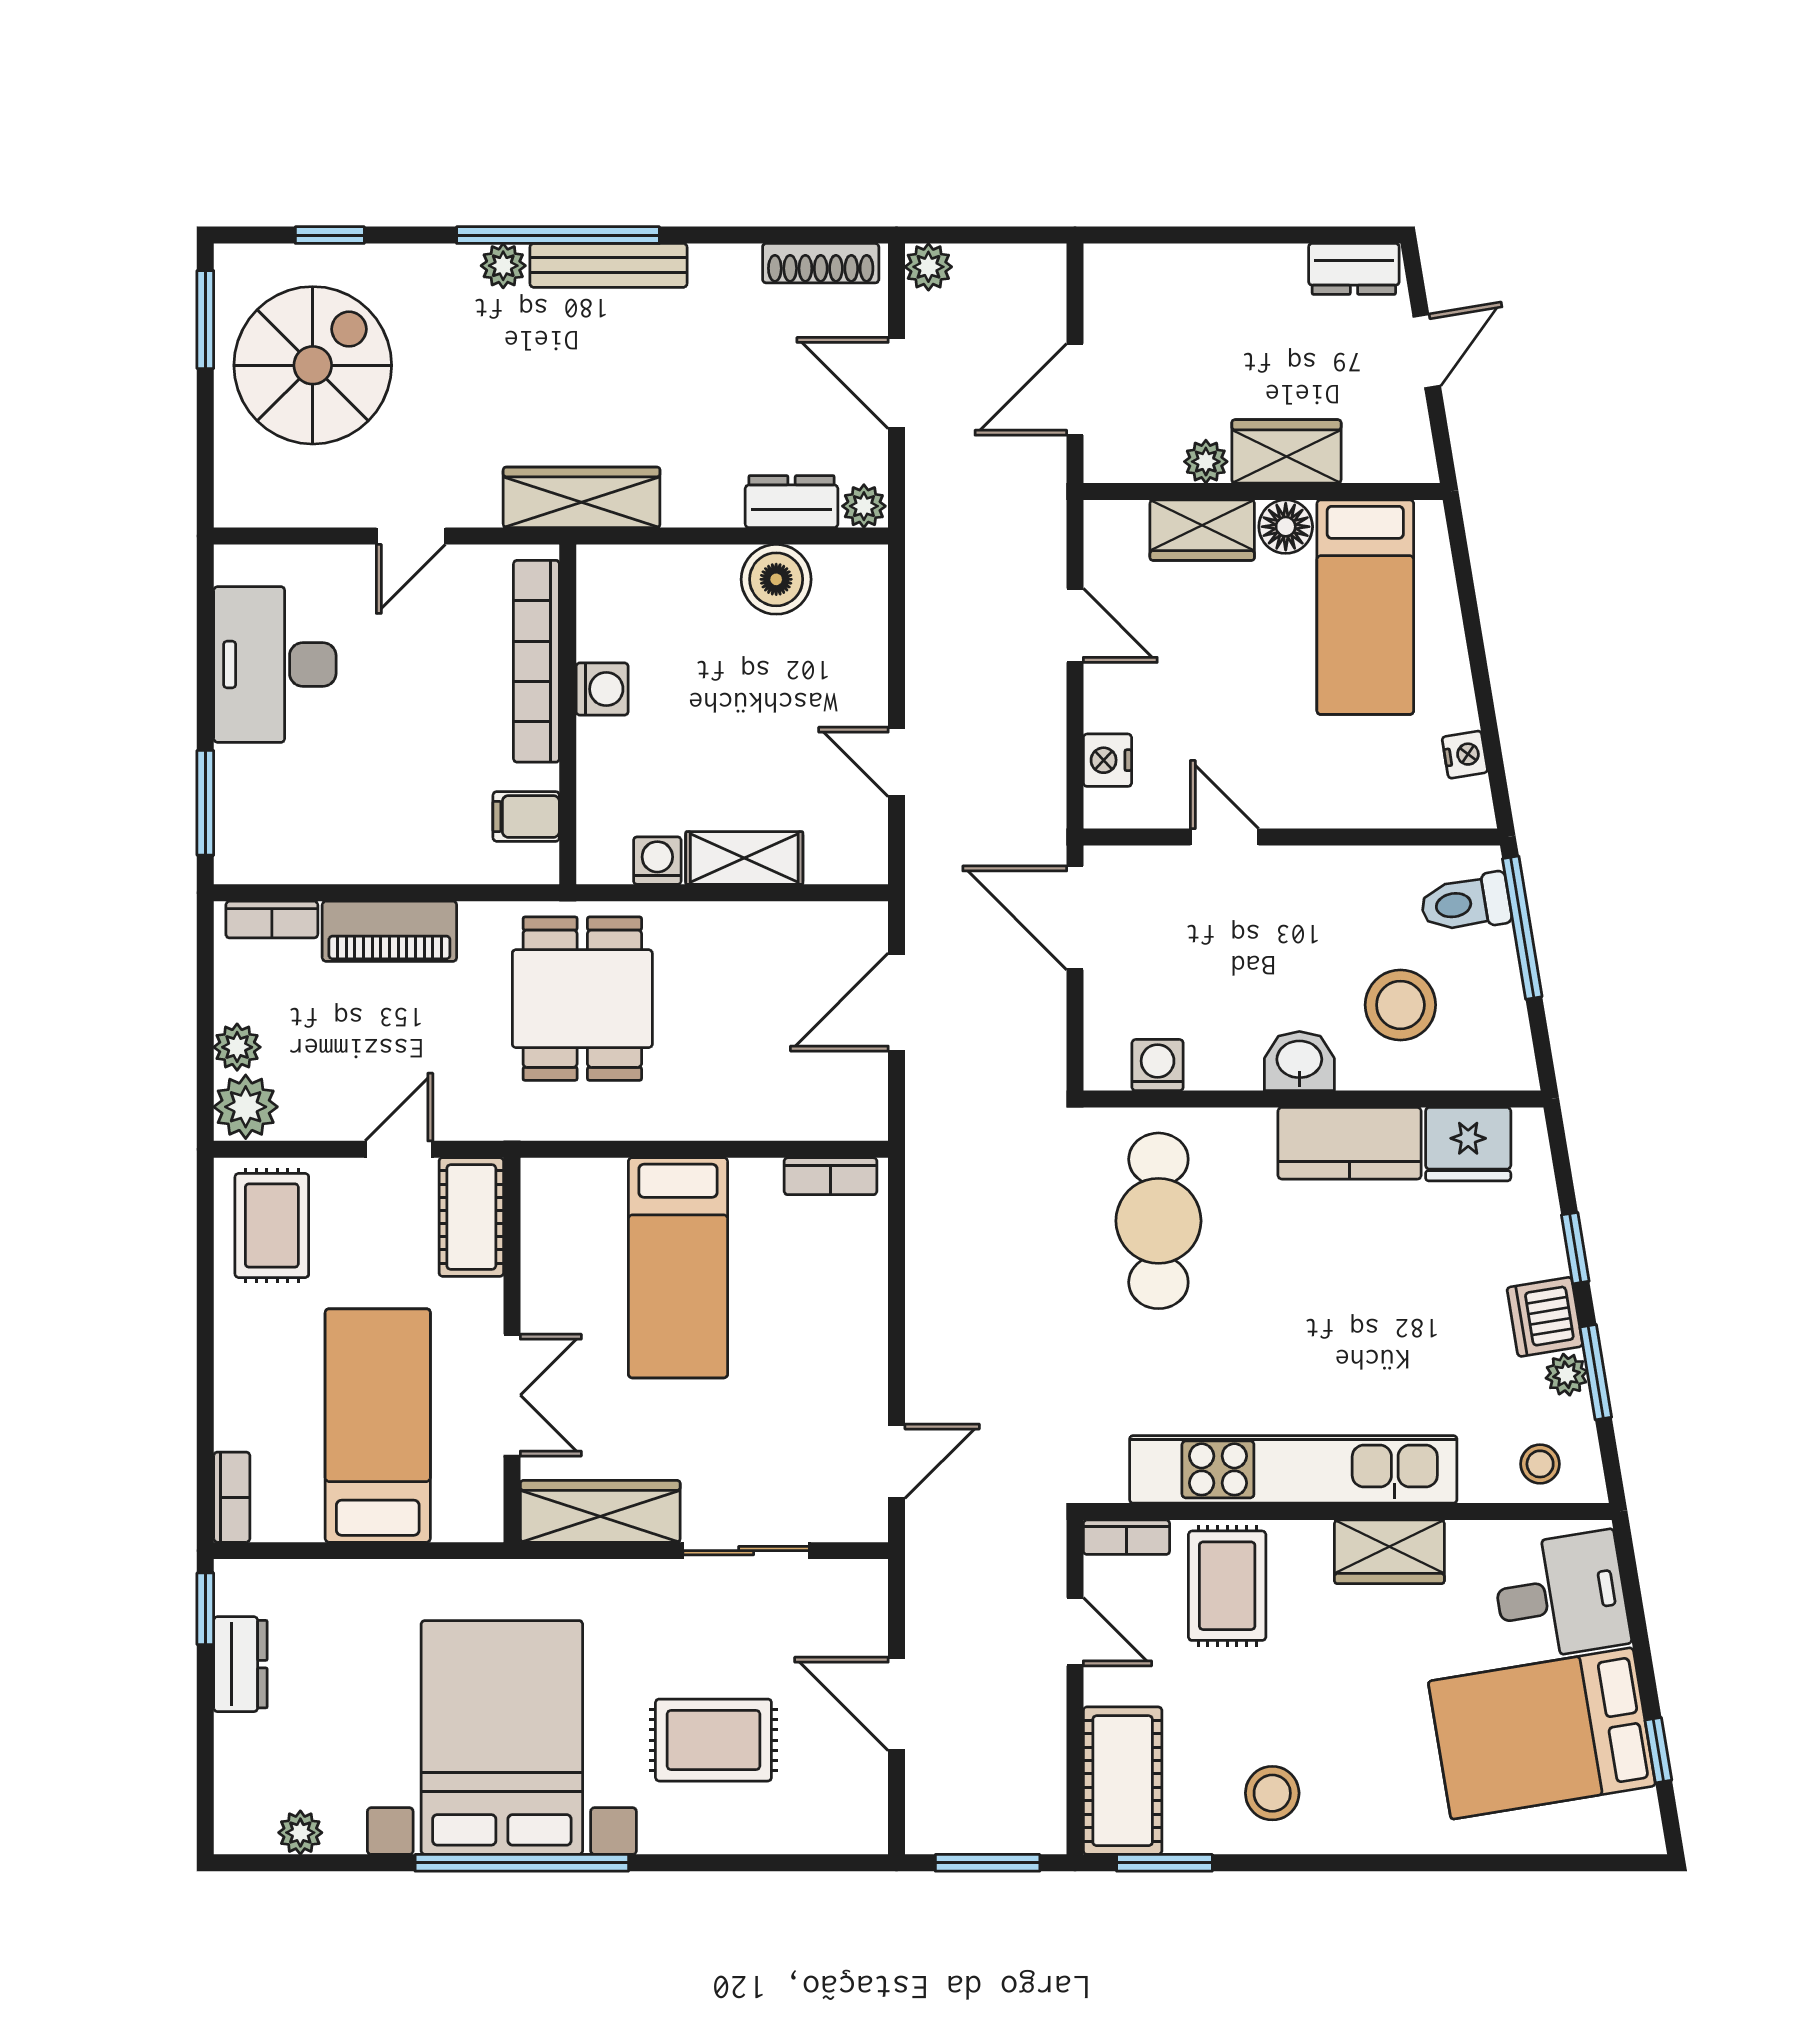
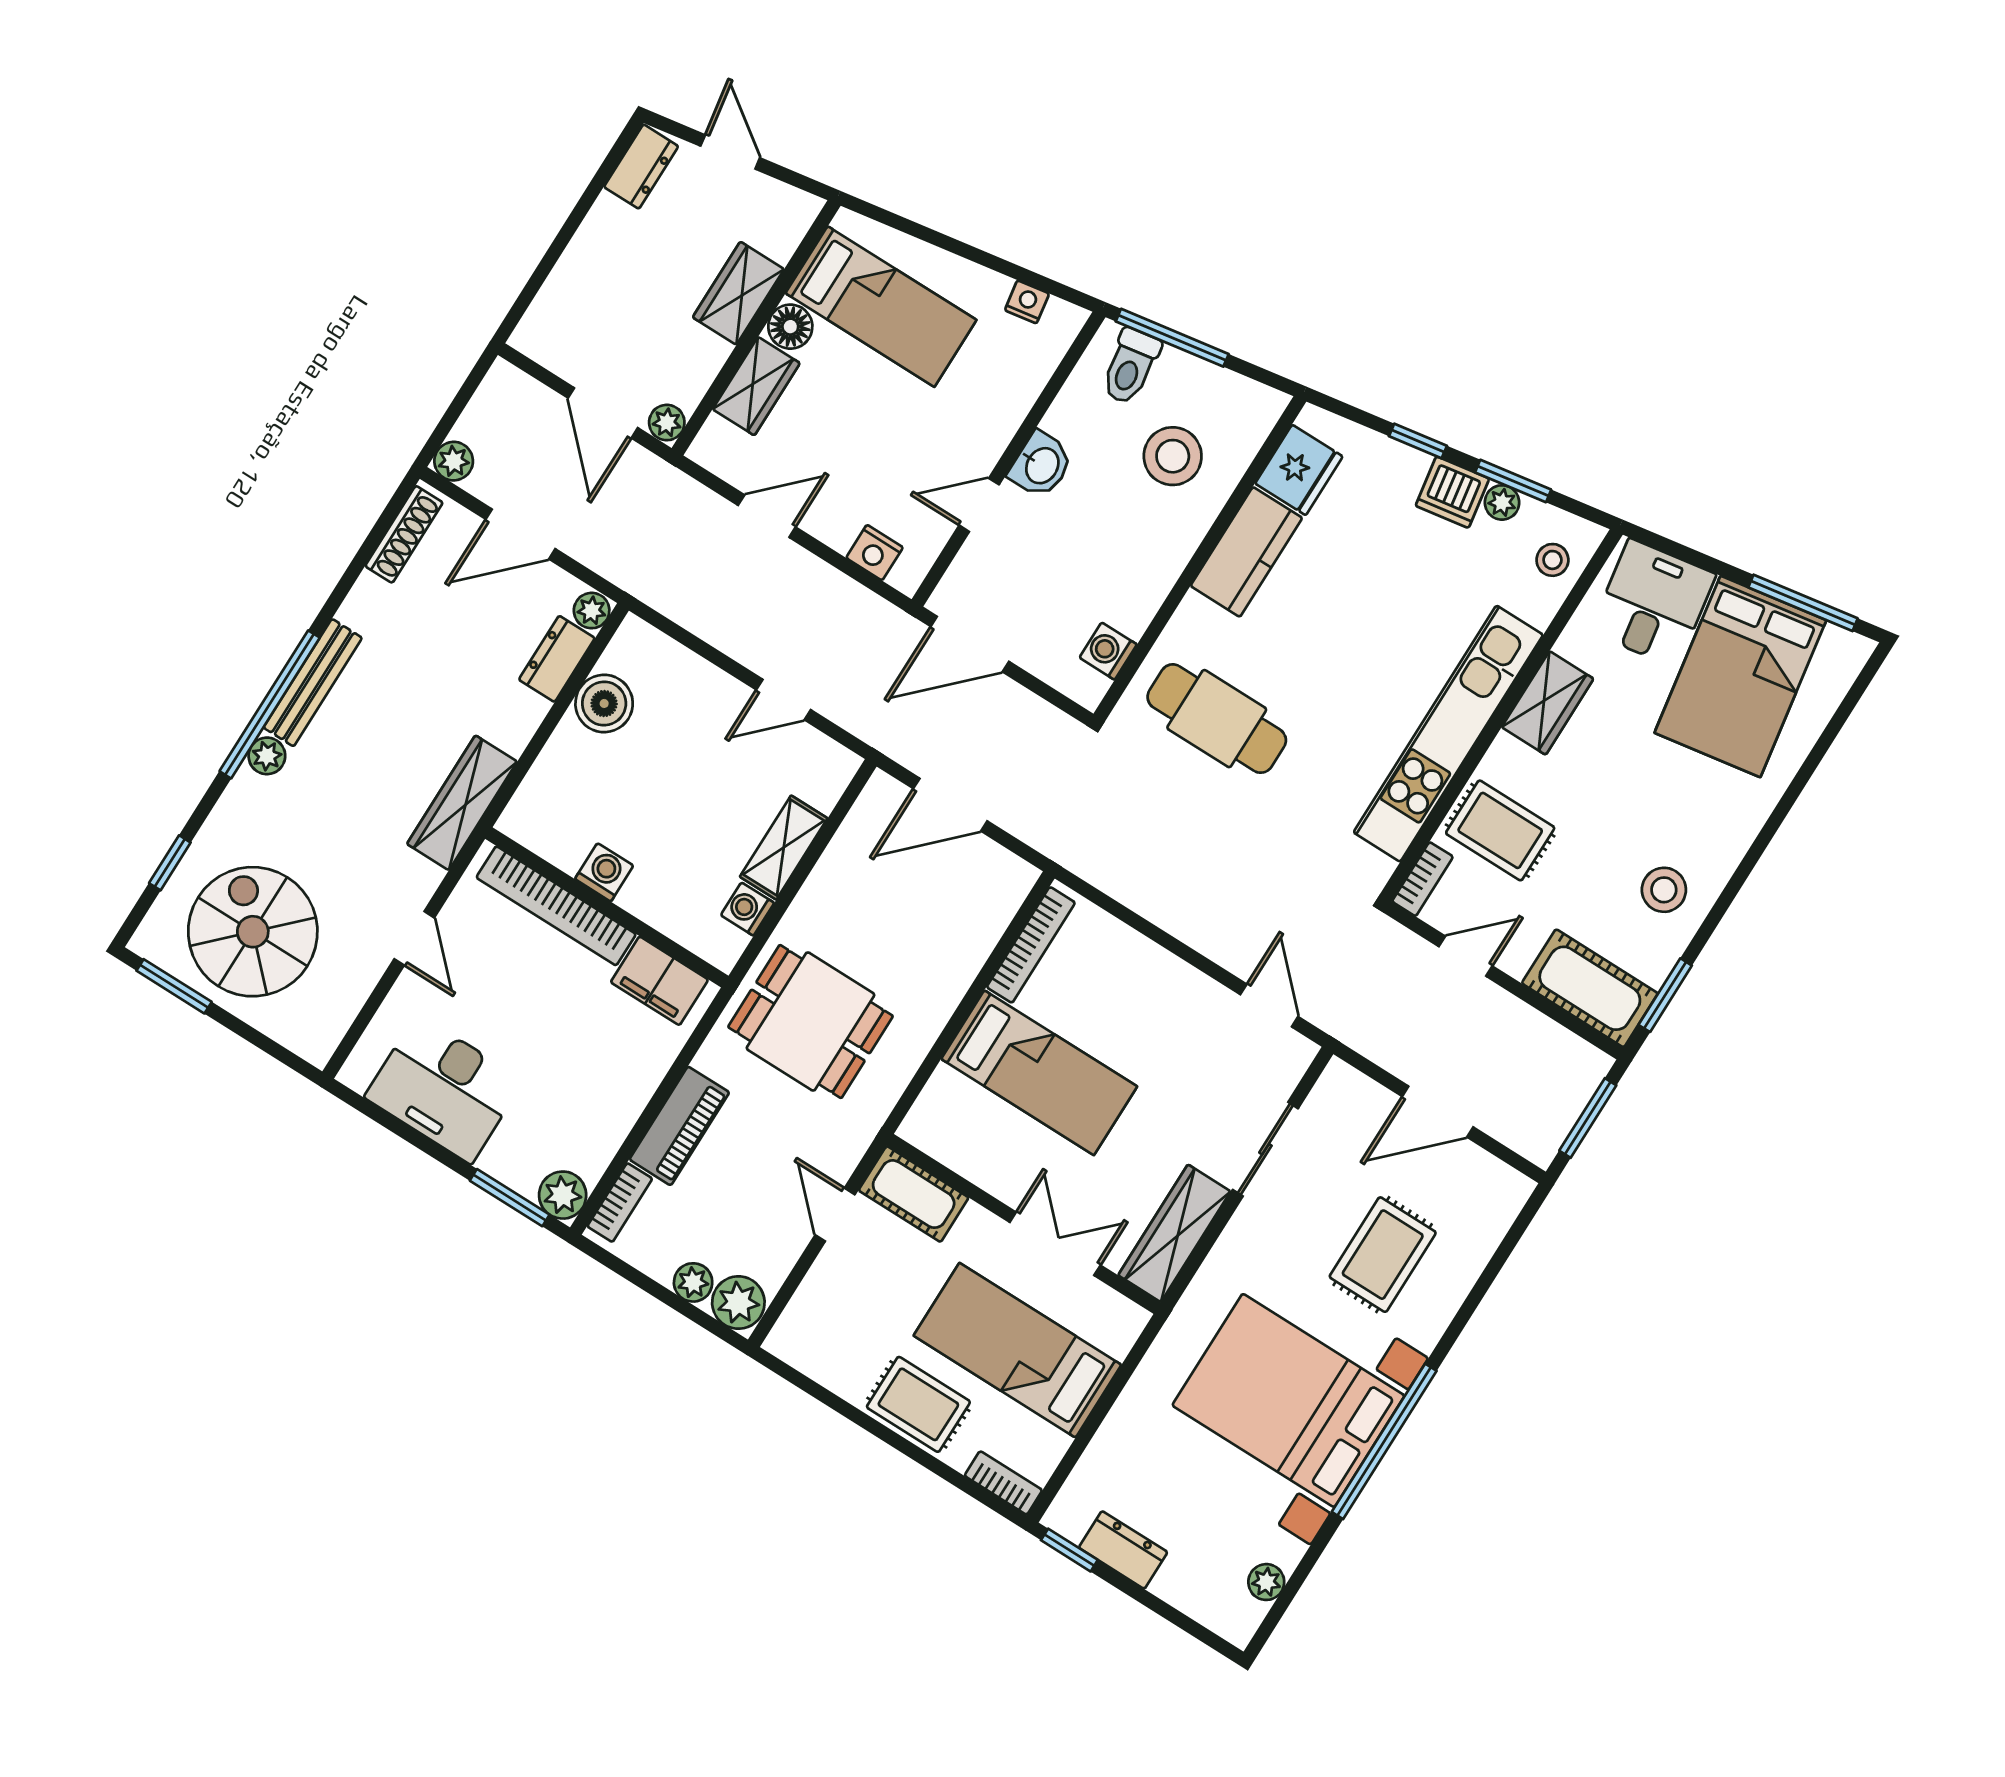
plant: (1206, 462) -> (667, 423), moved
filing cabinet: (526, 816) -> (659, 981), width x2.00
plant: (242, 856) -> (563, 1195), added
door: (897, 1002) -> (950, 805), hinge flipped
washbasin: (1299, 1061) -> (1041, 465), moved, turned 180
bookcase: (831, 1176) -> (1031, 945), width x1.56
rug: (272, 1225) -> (918, 1404), moved
window: (1658, 1750) -> (1803, 603), width x2.17

